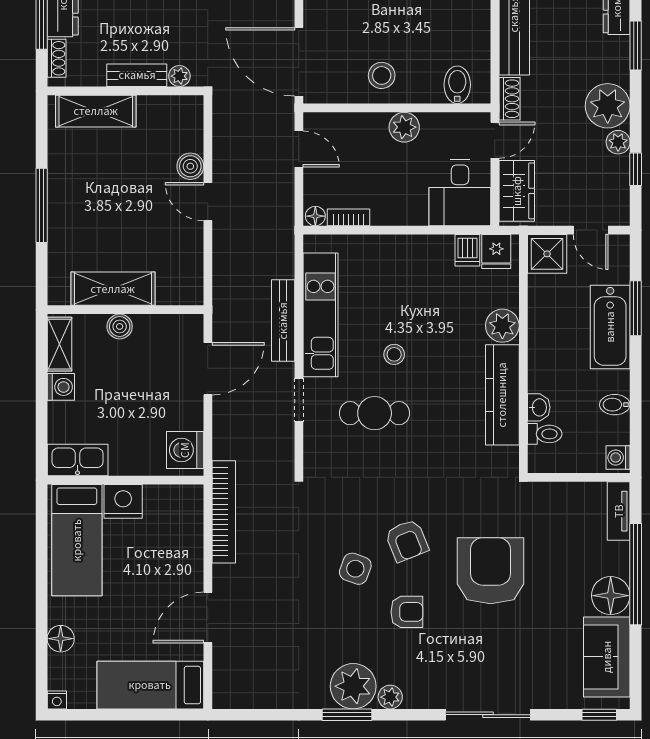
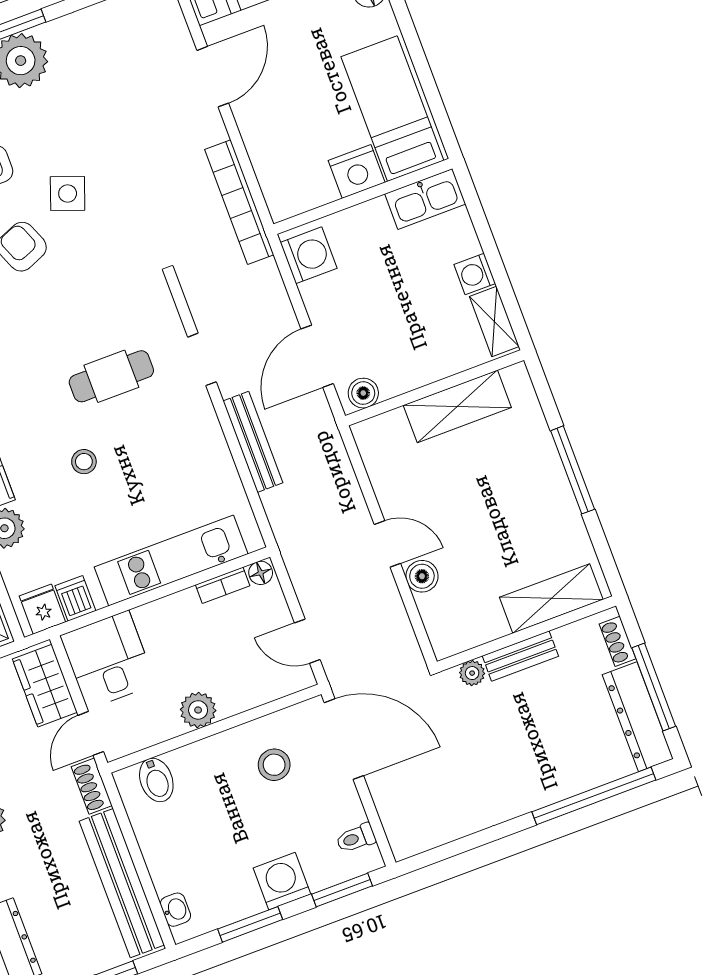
stool: (382, 75) -> (274, 765), moved
kitchen unit: (321, 315) -> (171, 560), moved, turned 90
boiler: (120, 326) -> (363, 393), moved
stool: (394, 354) -> (84, 462), moved

